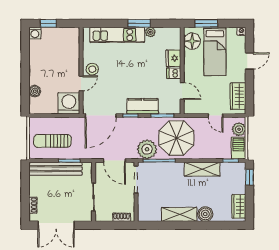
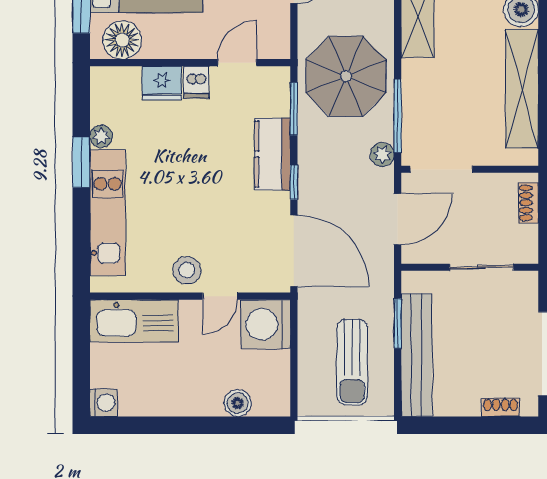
window: (48, 23) -> (81, 372), removed
kitchen sink: (70, 46) -> (134, 321), added
door: (81, 83) -> (220, 296), swing flipped
plant: (147, 149) -> (382, 154), width x0.53, depth x0.53
shelving: (179, 214) -> (522, 89), width x1.47

